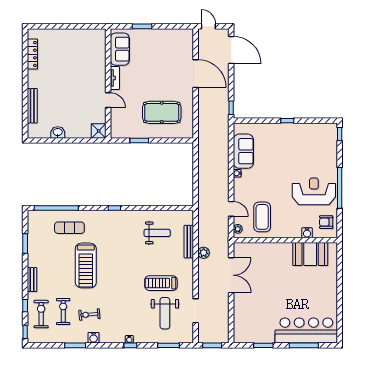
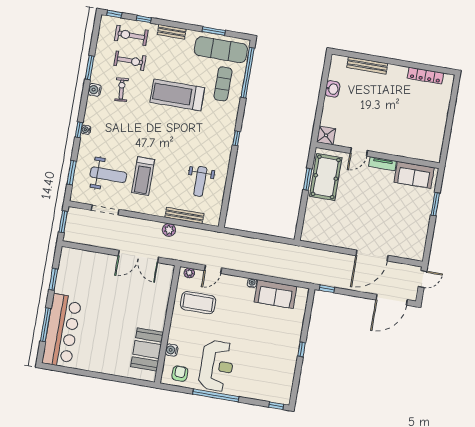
pool table: (162, 112) -> (326, 177), moved
exercise mat: (40, 235) -> (221, 50), added
treadmill: (161, 283) -> (143, 176), turned 180
weight bench: (165, 313) -> (108, 175), turned 180
exercise bike: (41, 314) -> (131, 35), turned 180

